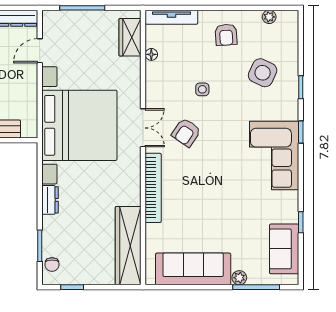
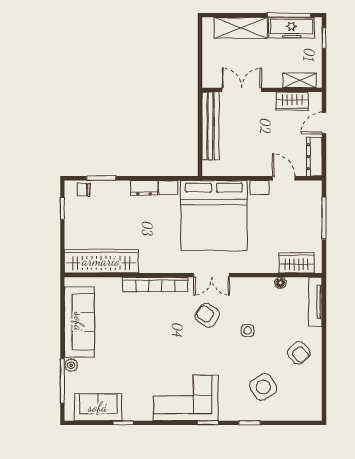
plant: (269, 17) -> (316, 393), removed
armchair: (226, 35) -> (299, 353), turned -127
side table: (263, 73) -> (263, 387), turned 33

